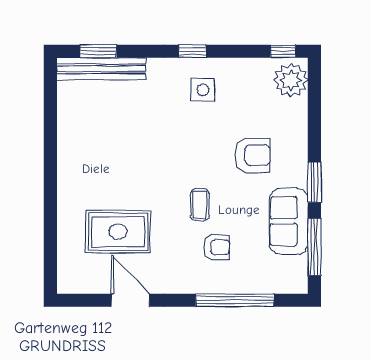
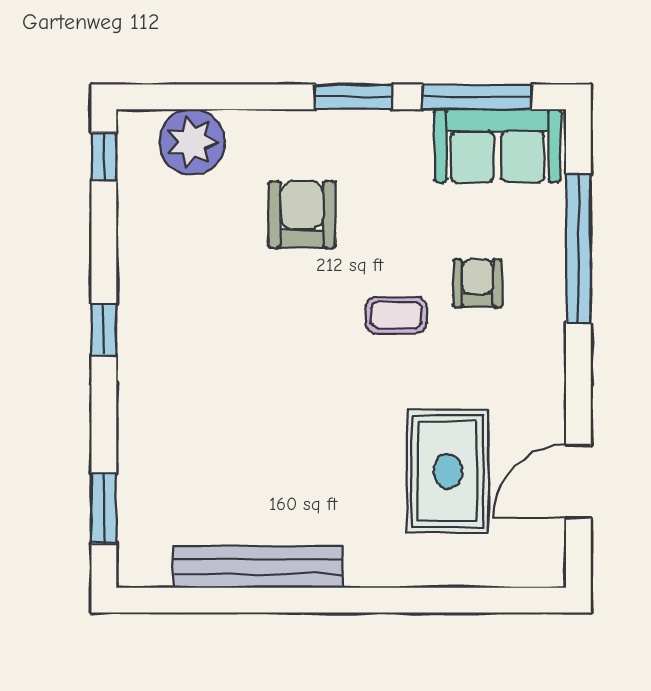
bench: (101, 69) -> (258, 567), moved, turned 90
plant: (291, 80) -> (192, 142), moved
side table: (203, 90) -> (177, 309), removed
sofa: (289, 221) -> (498, 146), moved
door: (130, 300) -> (578, 482), moved

